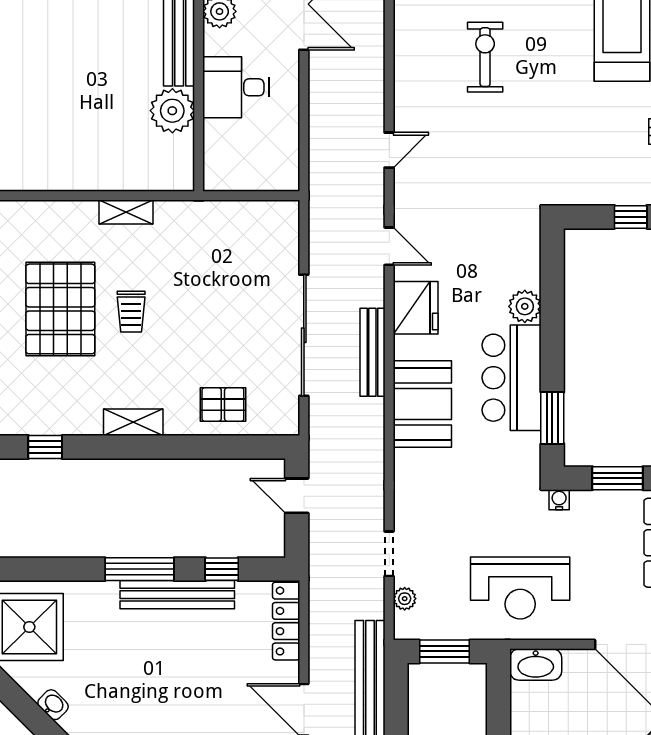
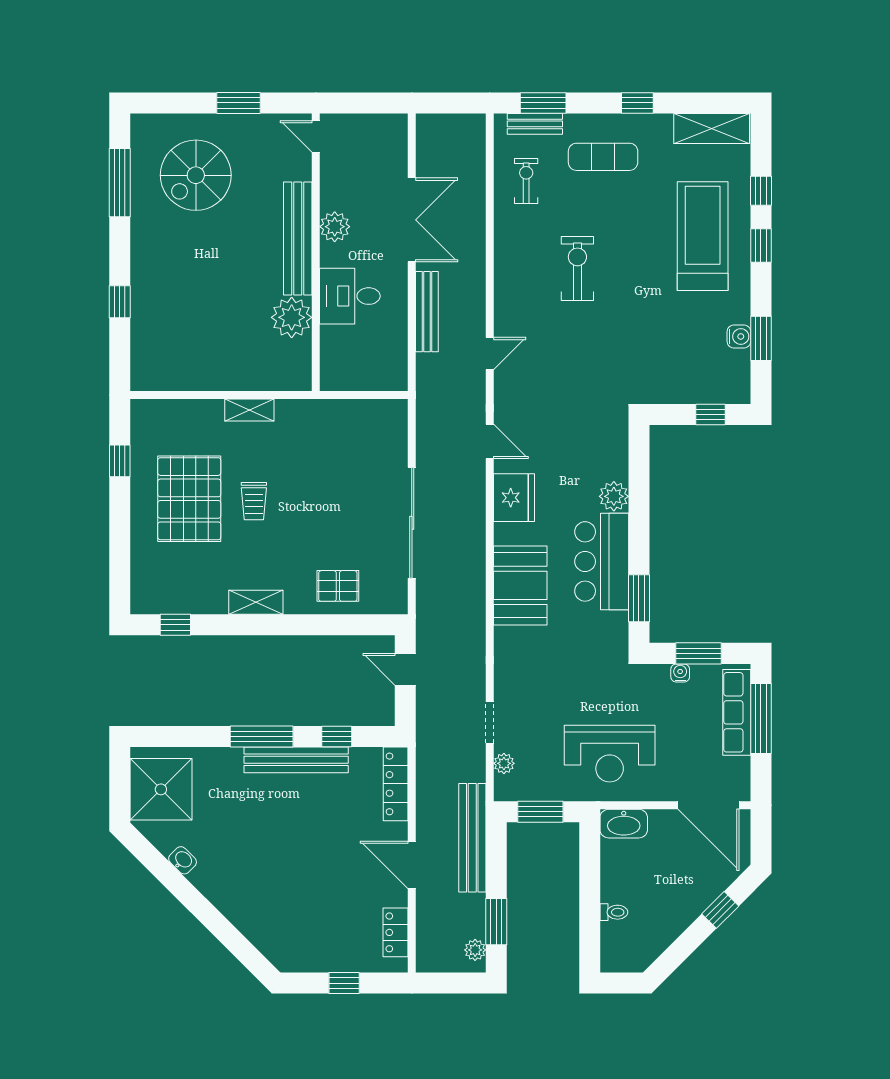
bench: (372, 352) -> (427, 312), moved
water cooler: (559, 500) -> (680, 673), moved

